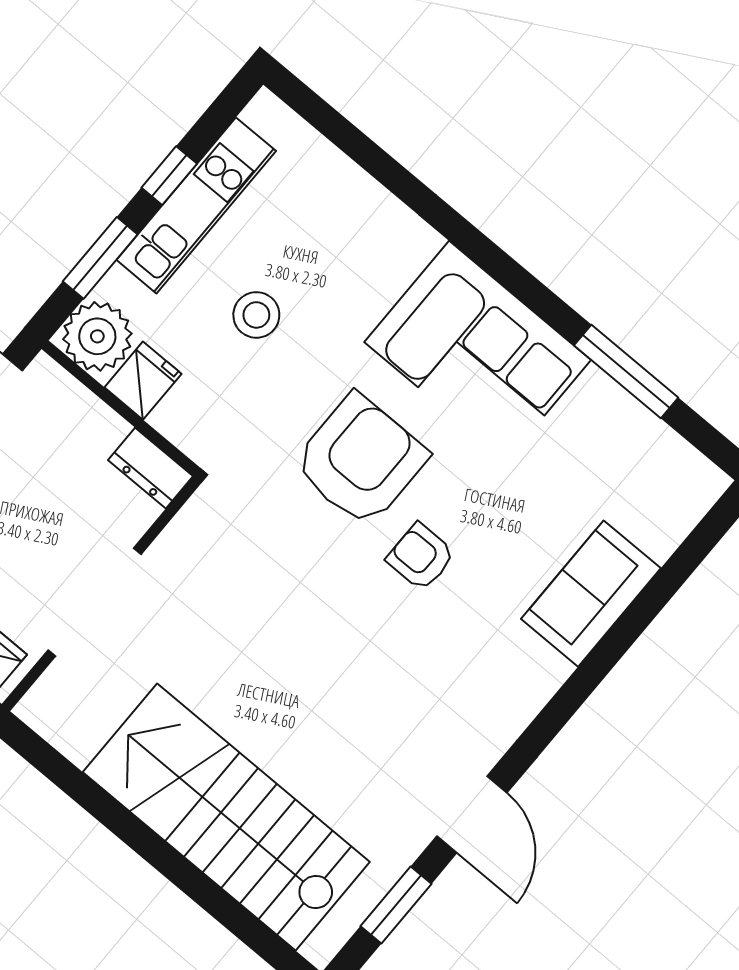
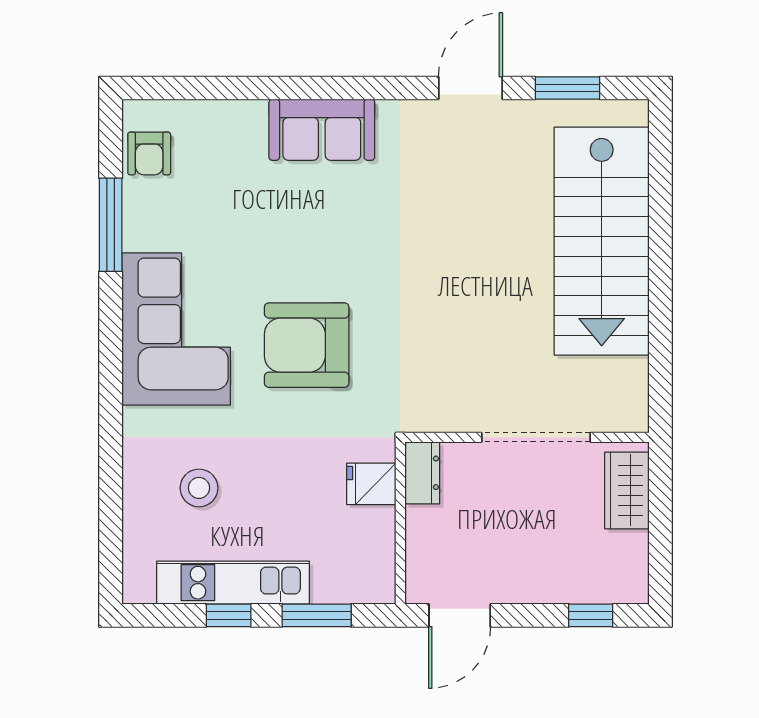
stool: (256, 315) -> (199, 488), moved
plant: (97, 336) -> (368, 576), removed
fridge: (143, 381) -> (371, 484), moved
armchair: (421, 557) -> (149, 153), moved
sofa: (591, 594) -> (322, 130), moved

